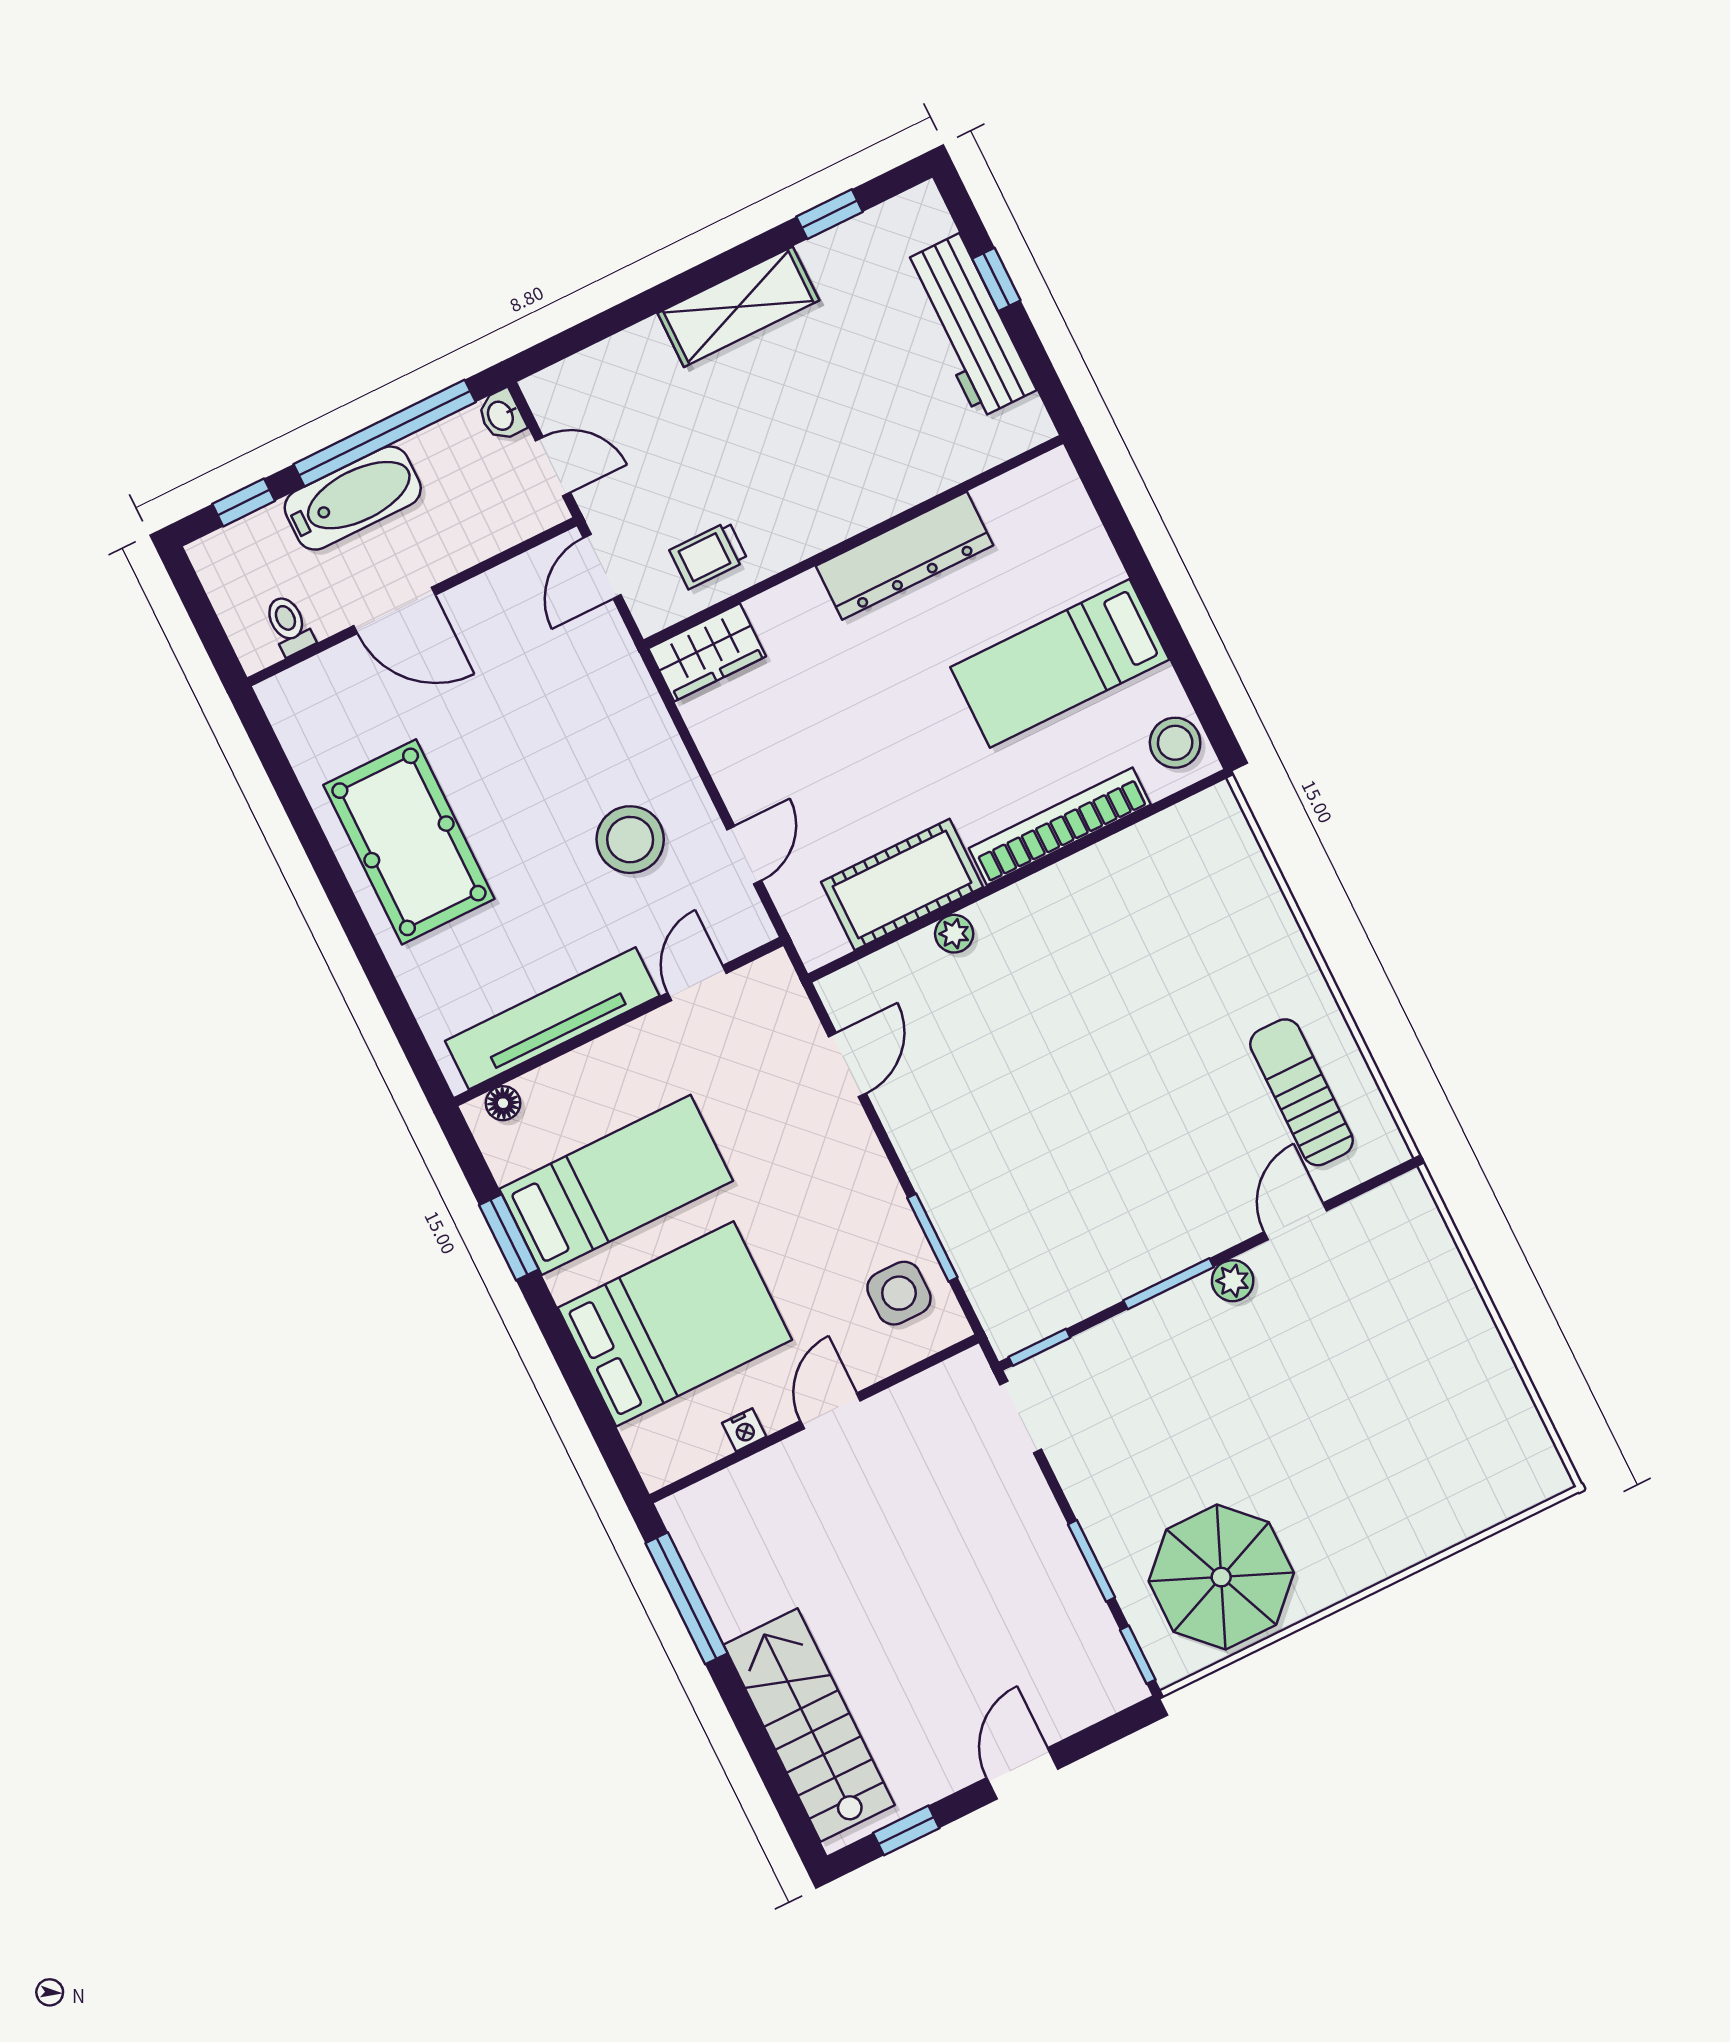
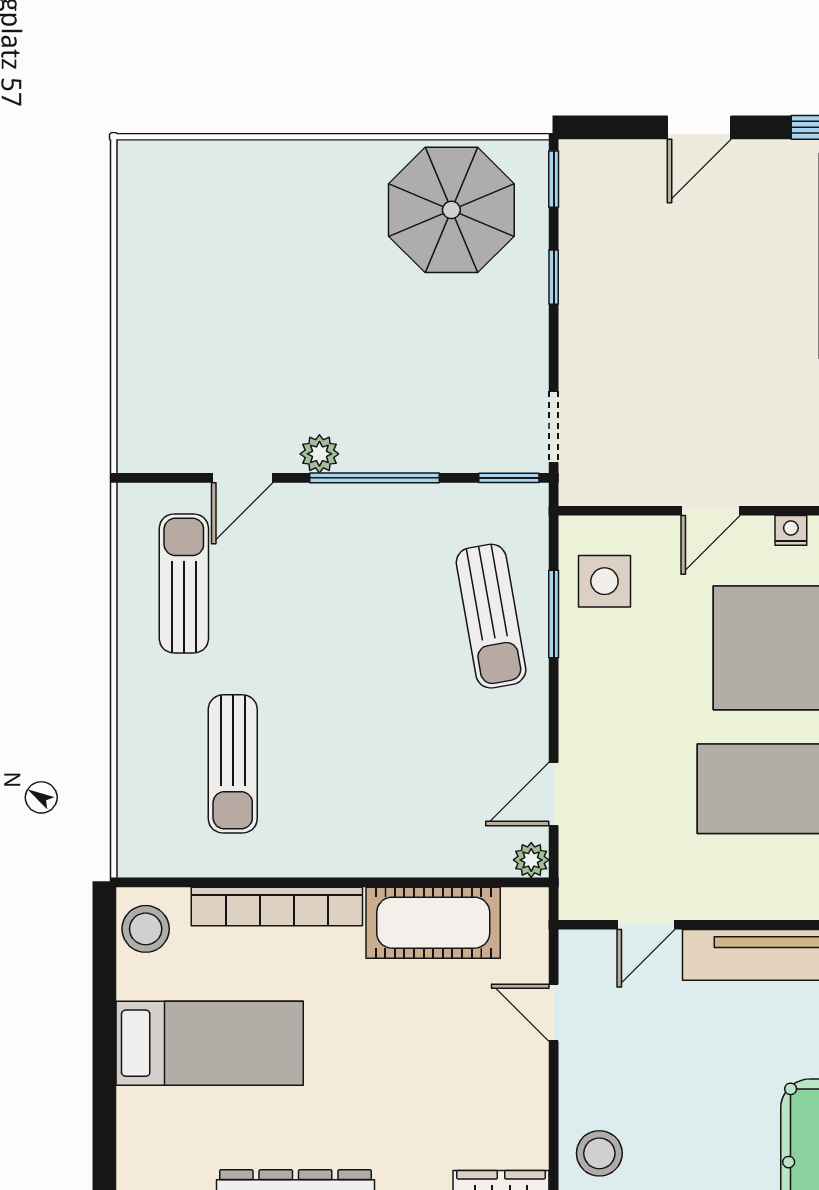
stool: (630, 840) -> (599, 1153), moved, width x0.73, depth x0.73
door: (744, 855) -> (554, 1013), hinge flipped
plant: (954, 934) -> (531, 860), moved
sun lounger: (1169, 942) -> (233, 764), added
sun lounger: (1302, 1092) -> (184, 583), turned 180
sun lounger: (991, 1206) -> (491, 616), added
window: (1168, 1284) -> (375, 478), width x1.44
window: (1091, 1561) -> (554, 277), width x0.67

